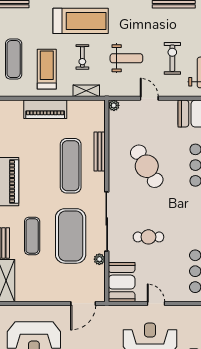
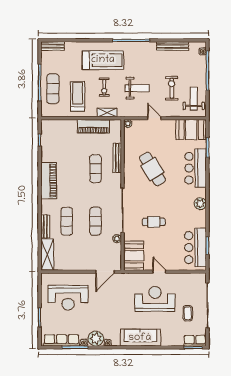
piano: (45, 109) -> (94, 126), moved
exercise mat: (71, 166) -> (95, 169), width x0.73, depth x0.69
exercise mat: (71, 236) -> (95, 221), width x0.50, depth x0.69

